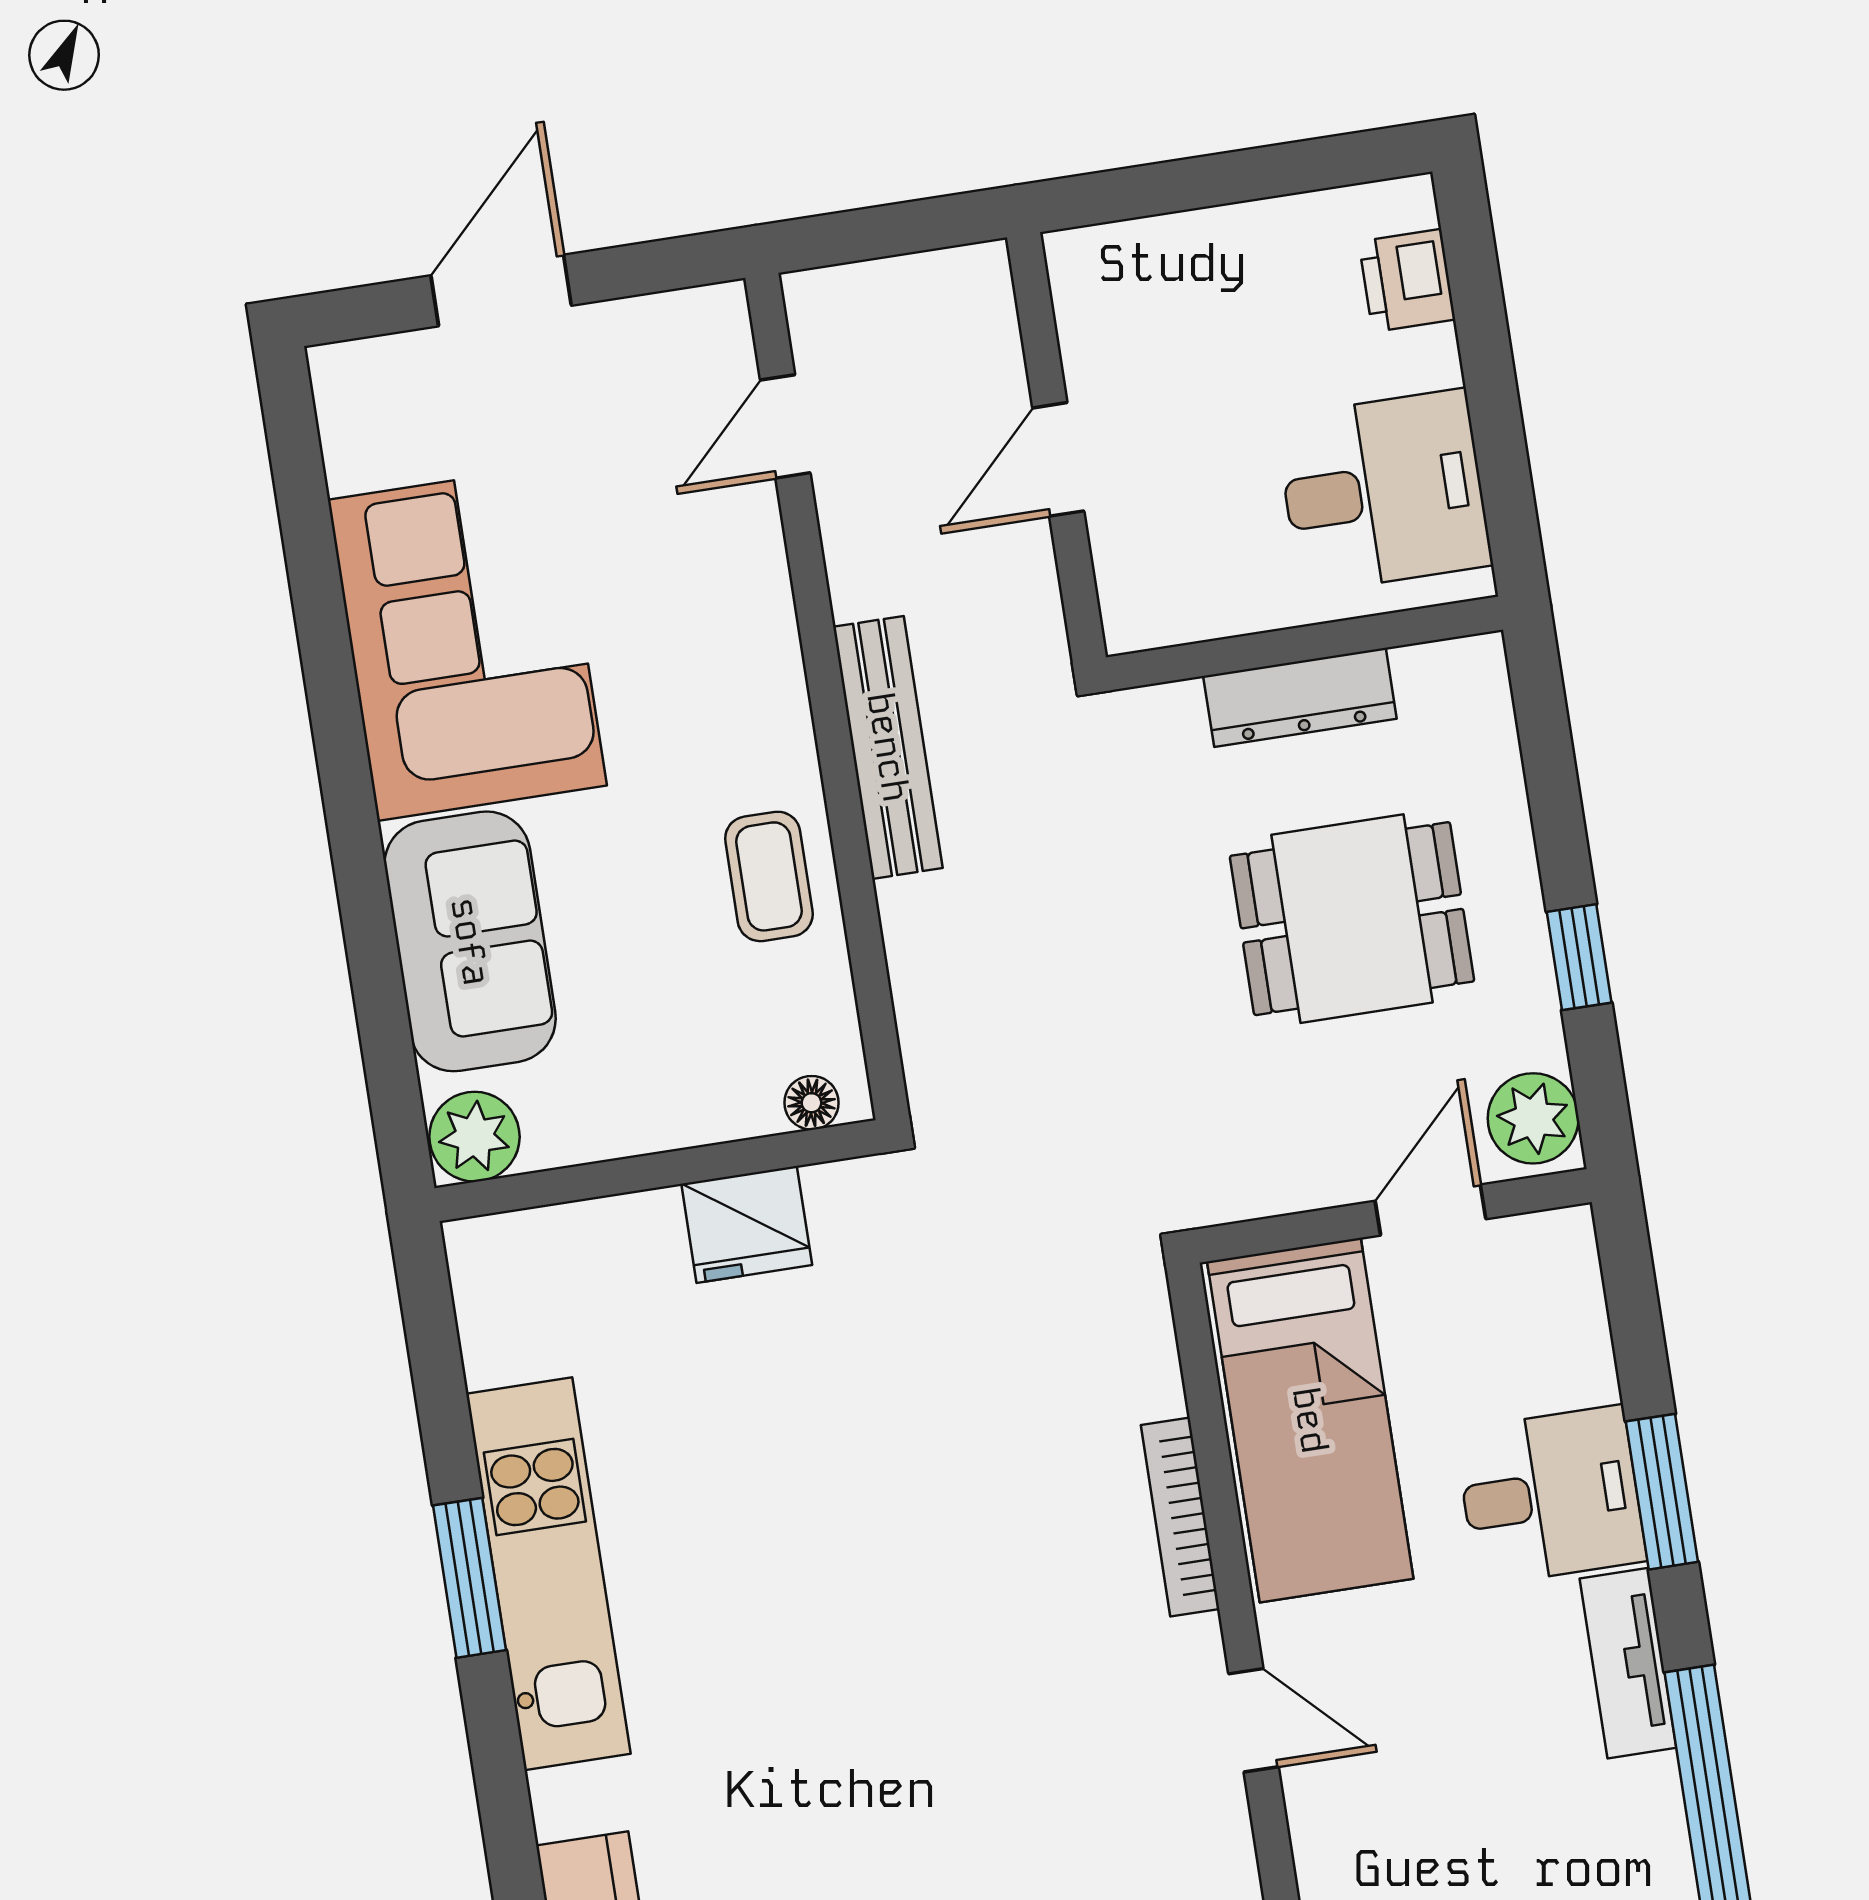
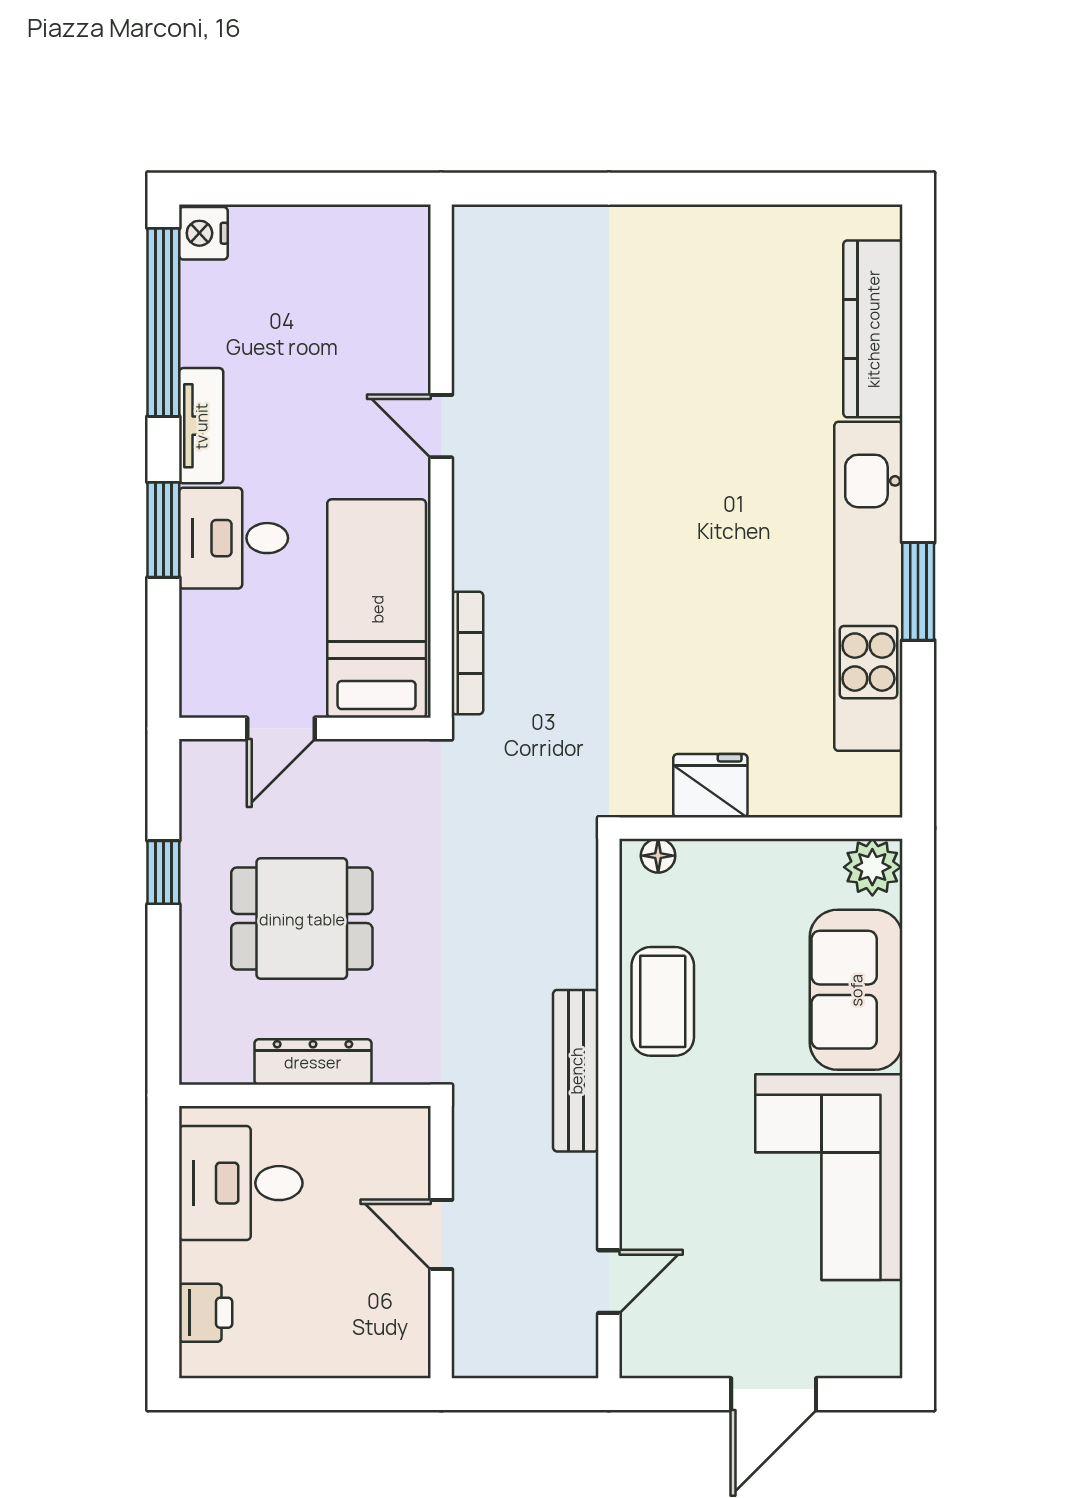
door: (1058, 459) -> (441, 1234), swing flipped
coffee table: (769, 876) -> (663, 1001), width x1.36, depth x1.30
plant: (1533, 1118) -> (208, 776), removed
bookcase: (1180, 1517) -> (467, 653), moved
kitchen unit: (548, 1574) -> (868, 586), width x1.36

